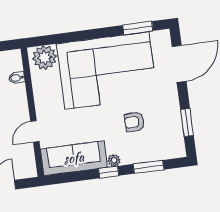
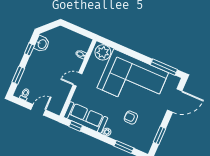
window: (138, 28) -> (164, 67), width x1.44
door: (35, 131) -> (78, 79), moved
window: (109, 172) -> (76, 126), moved

